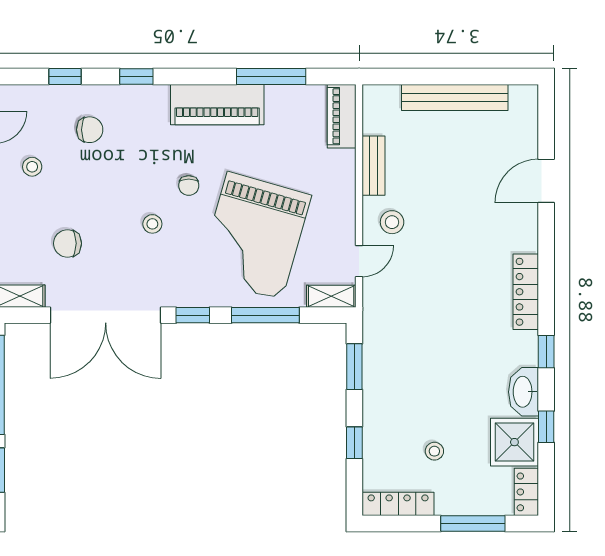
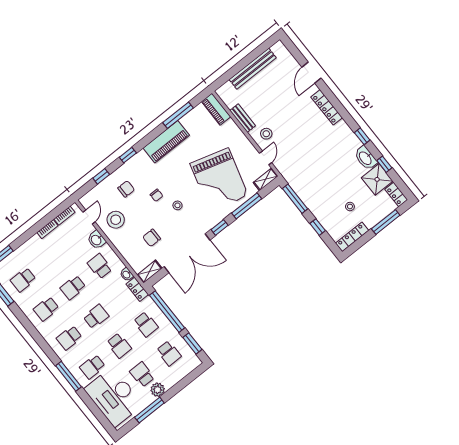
stool: (32, 167) -> (116, 220), width x1.89, depth x1.89
chair: (189, 185) -> (157, 195), moved
locker: (526, 292) -> (327, 107), moved
window: (354, 367) -> (295, 199), width x1.44

